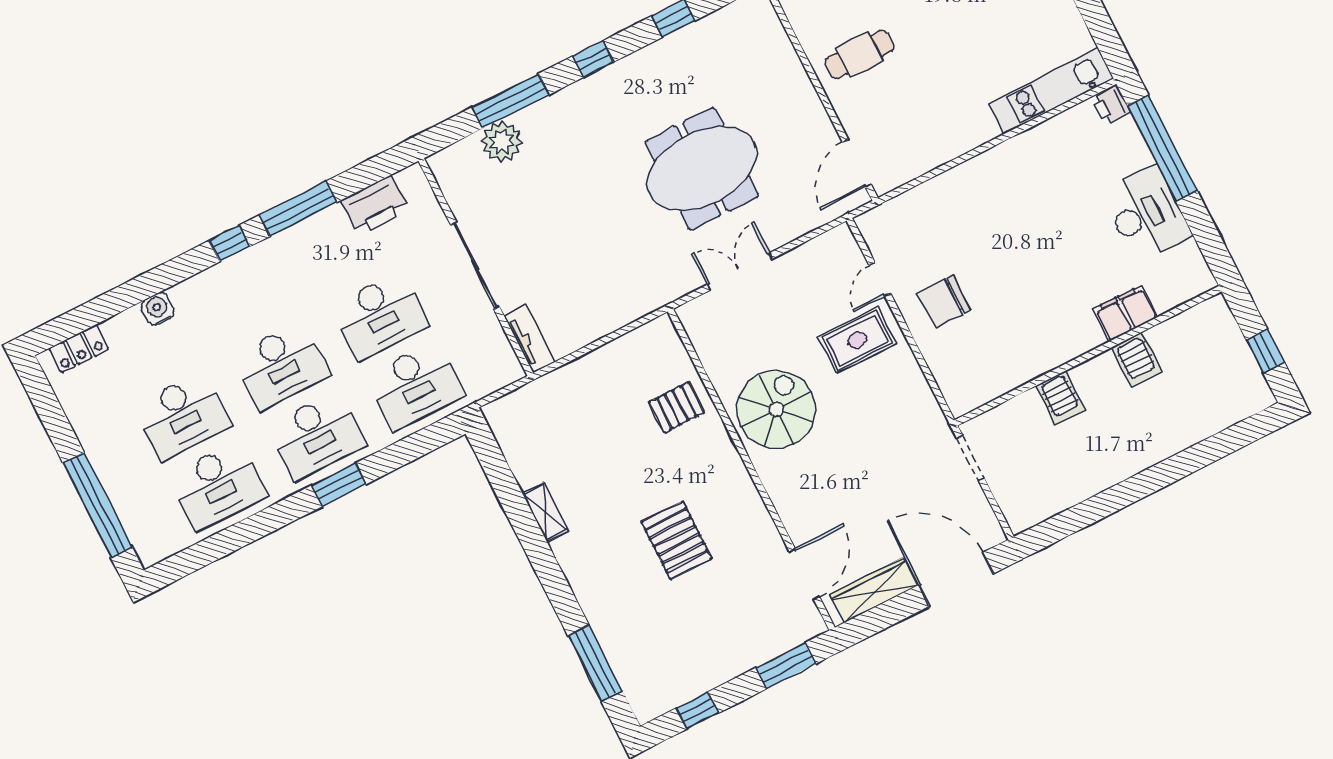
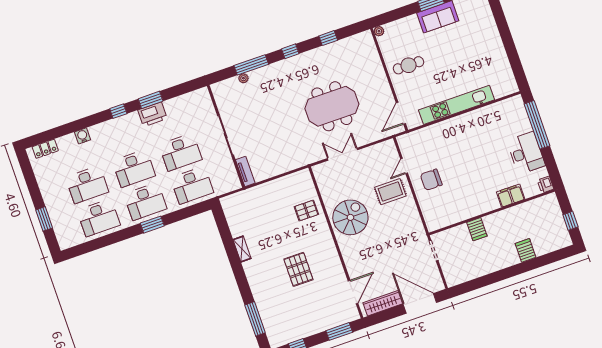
kitchen unit: (1051, 91) -> (457, 105), moved, width x1.36
printer: (1111, 105) -> (545, 185), moved
plant: (502, 141) -> (243, 78), width x0.53, depth x0.53
printer: (375, 205) -> (152, 114), moved
window: (298, 209) -> (151, 100), width x0.69
server rack: (1137, 360) -> (525, 250), moved, turned 180
window: (97, 505) -> (44, 219), width x0.47

